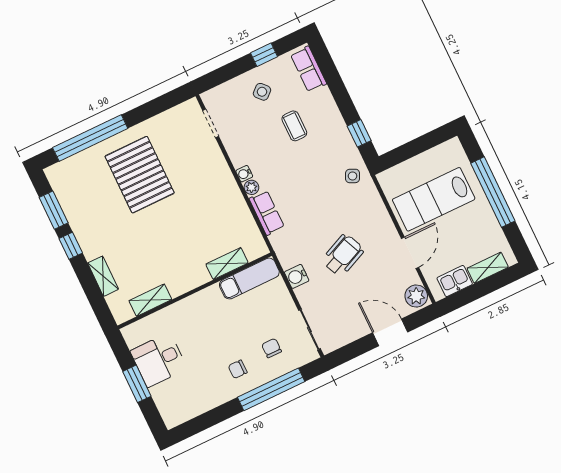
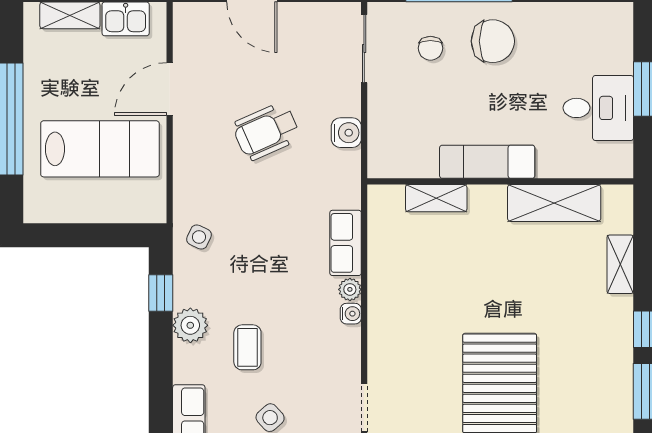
exam couch: (249, 279) -> (487, 162), moved
plant: (416, 296) -> (190, 325), moved
shelving: (150, 300) -> (554, 203), width x1.50, depth x1.33
chair: (238, 369) -> (493, 41), width x1.87, depth x1.87

